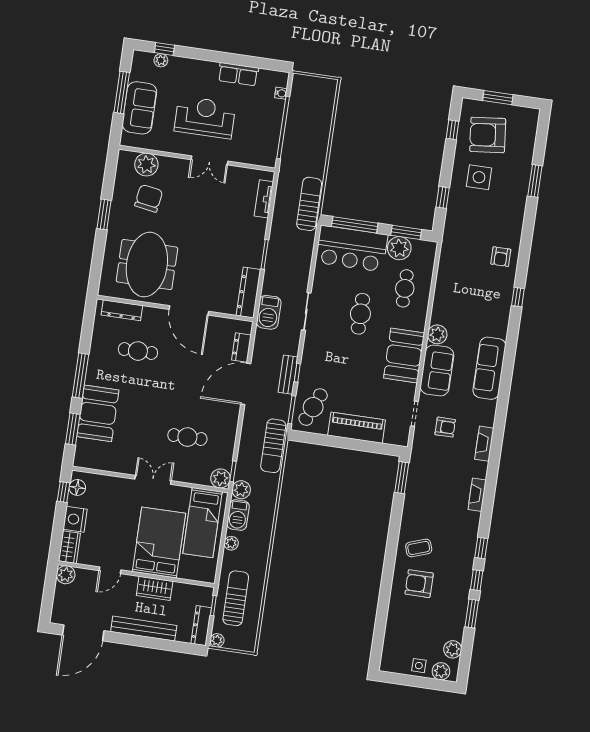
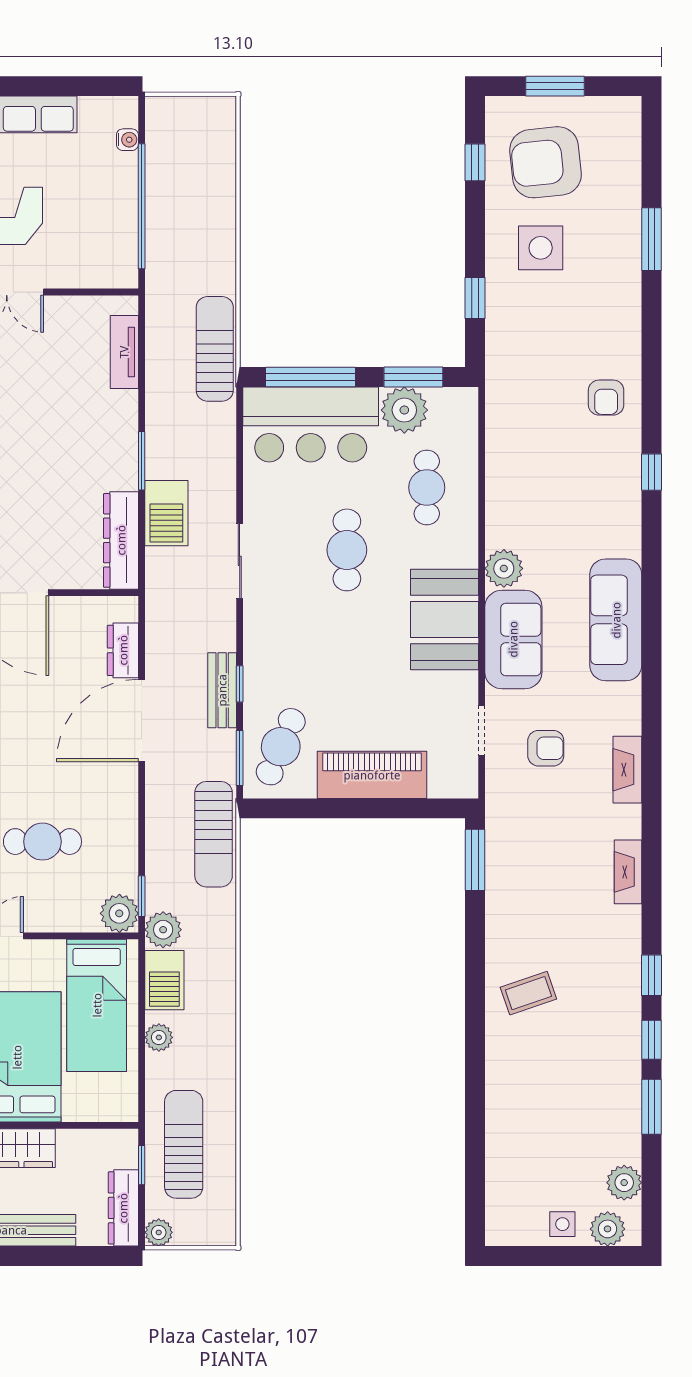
barbecue: (269, 312) -> (166, 513), moved
armchair: (419, 584) -> (540, 1063), removed

